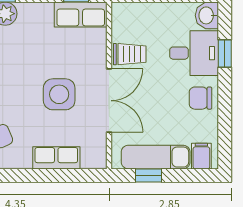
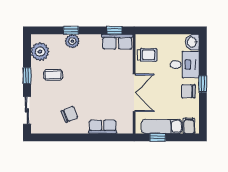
window: (225, 53) -> (203, 84), moved
trolley: (130, 54) -> (147, 55), moved
side table: (59, 94) -> (104, 89), removed

